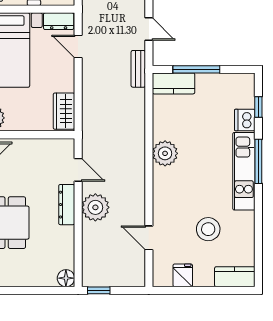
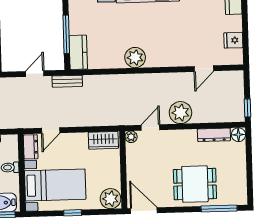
plant: (67, 146) -> (131, 137), added
dresser: (67, 205) -> (214, 135), moved
stool: (208, 229) -> (195, 21), removed

